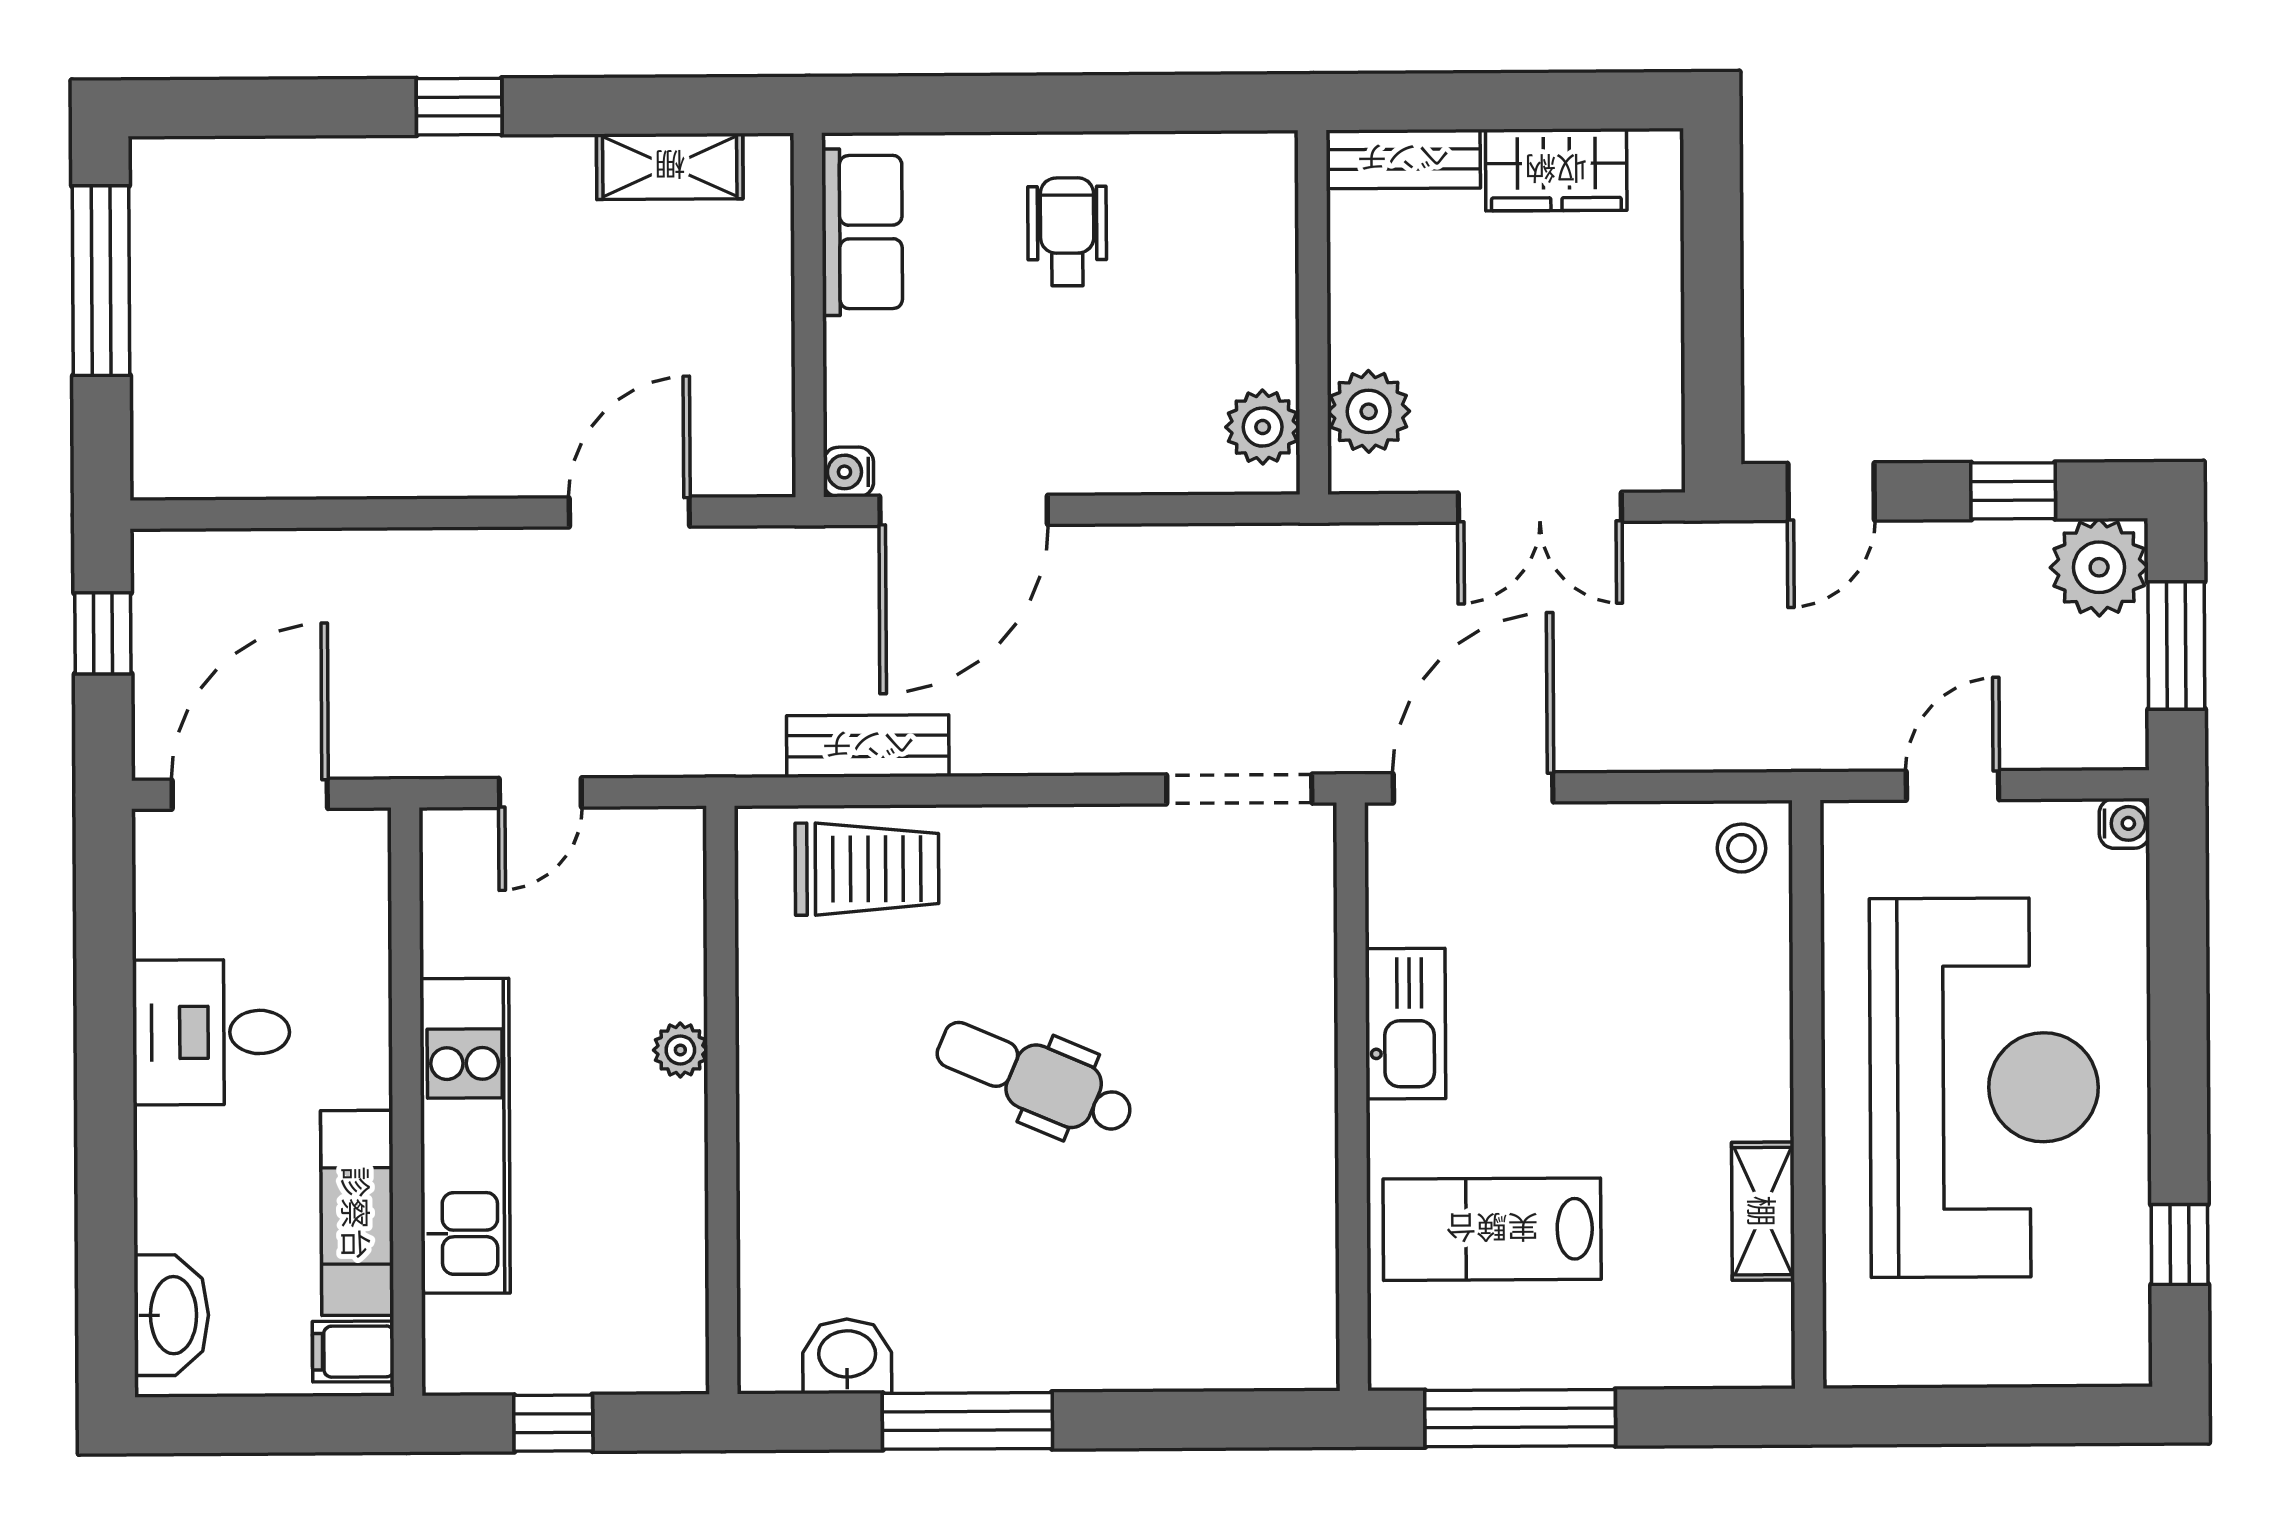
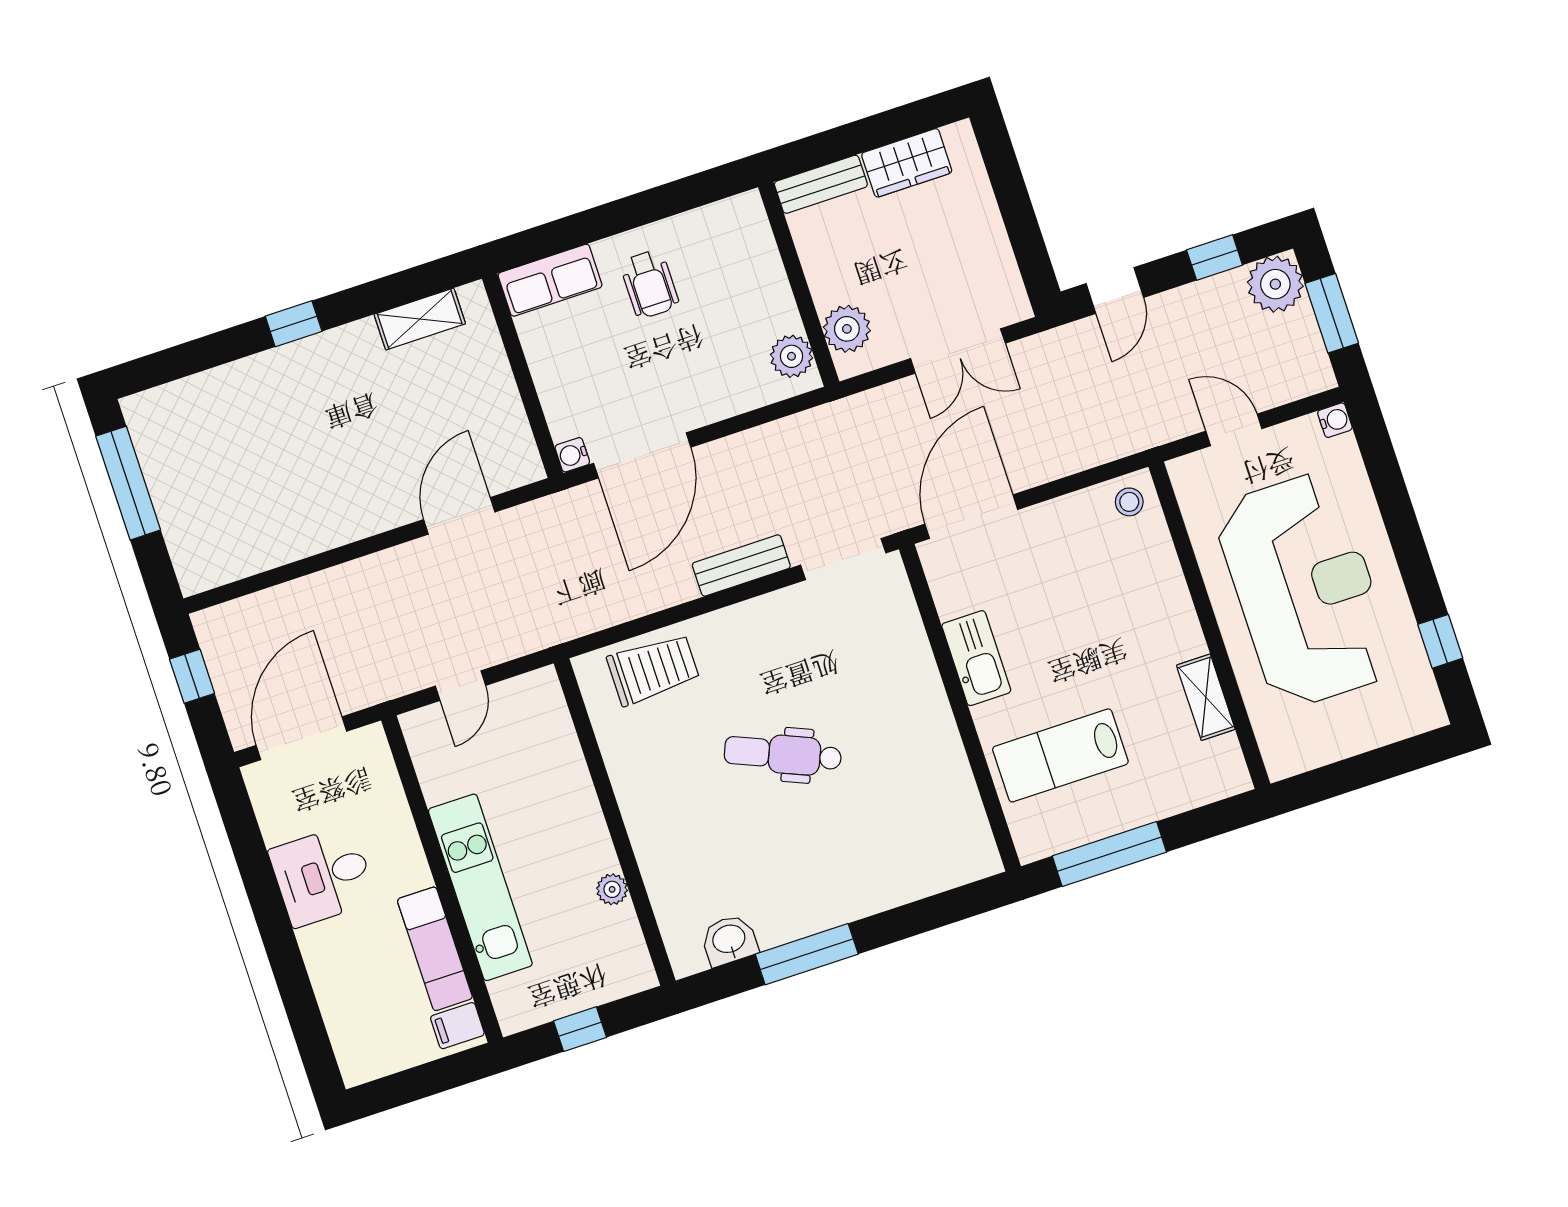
row of seats: (862, 232) -> (550, 280), moved, turned 90
wheelchair: (1067, 232) -> (649, 284), turned 180
bench: (868, 746) -> (741, 565), moved
door: (1953, 785) -> (1234, 430), hinge flipped
plant: (680, 1050) -> (612, 889), moved
washbasin: (171, 1315) -> (351, 1038), removed

